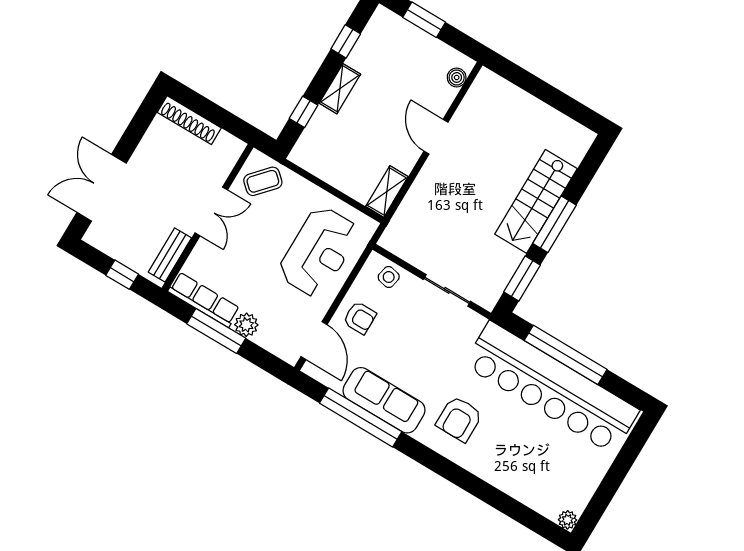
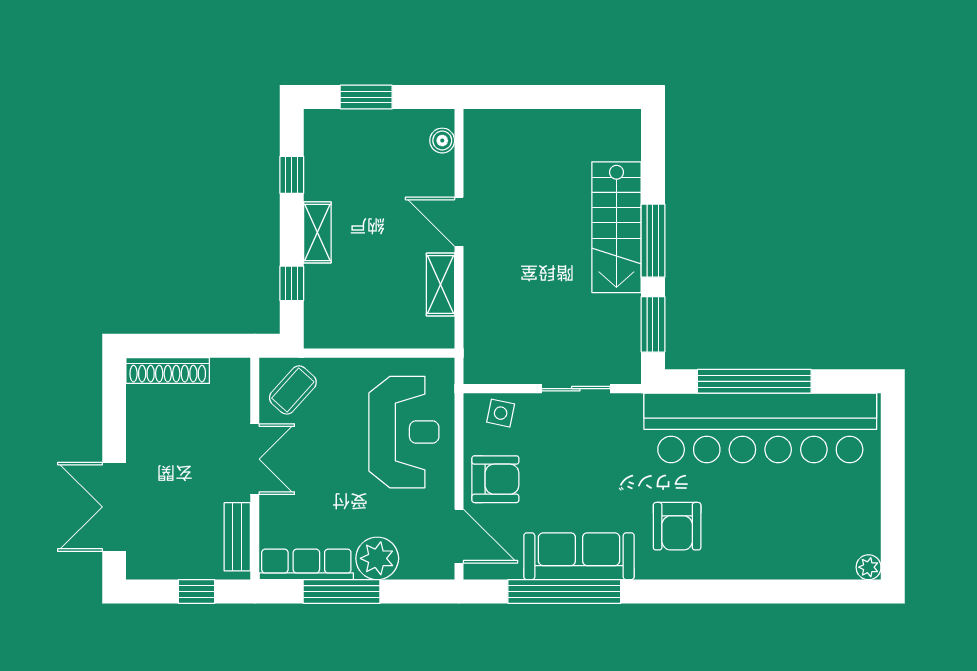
shelving: (387, 192) -> (440, 284), moved
armchair: (360, 318) -> (495, 479), width x1.38, depth x1.38
plant: (246, 325) -> (377, 558), width x1.36, depth x1.36

